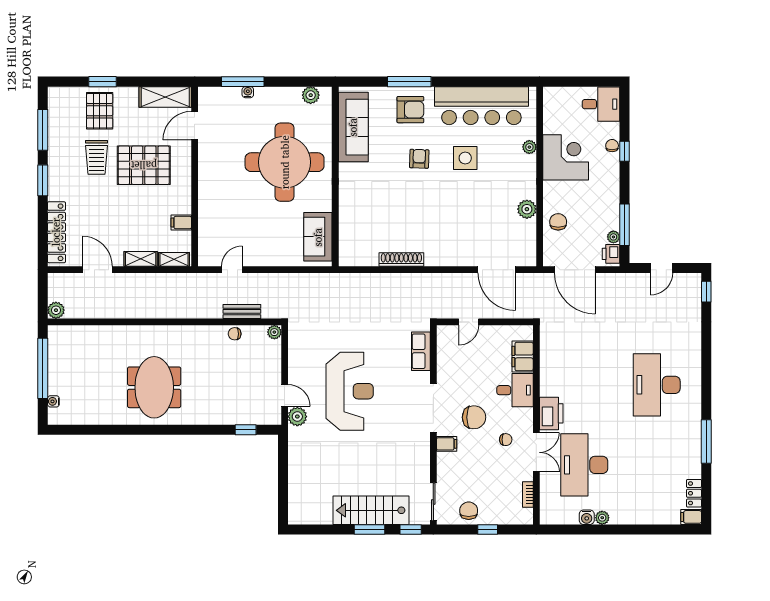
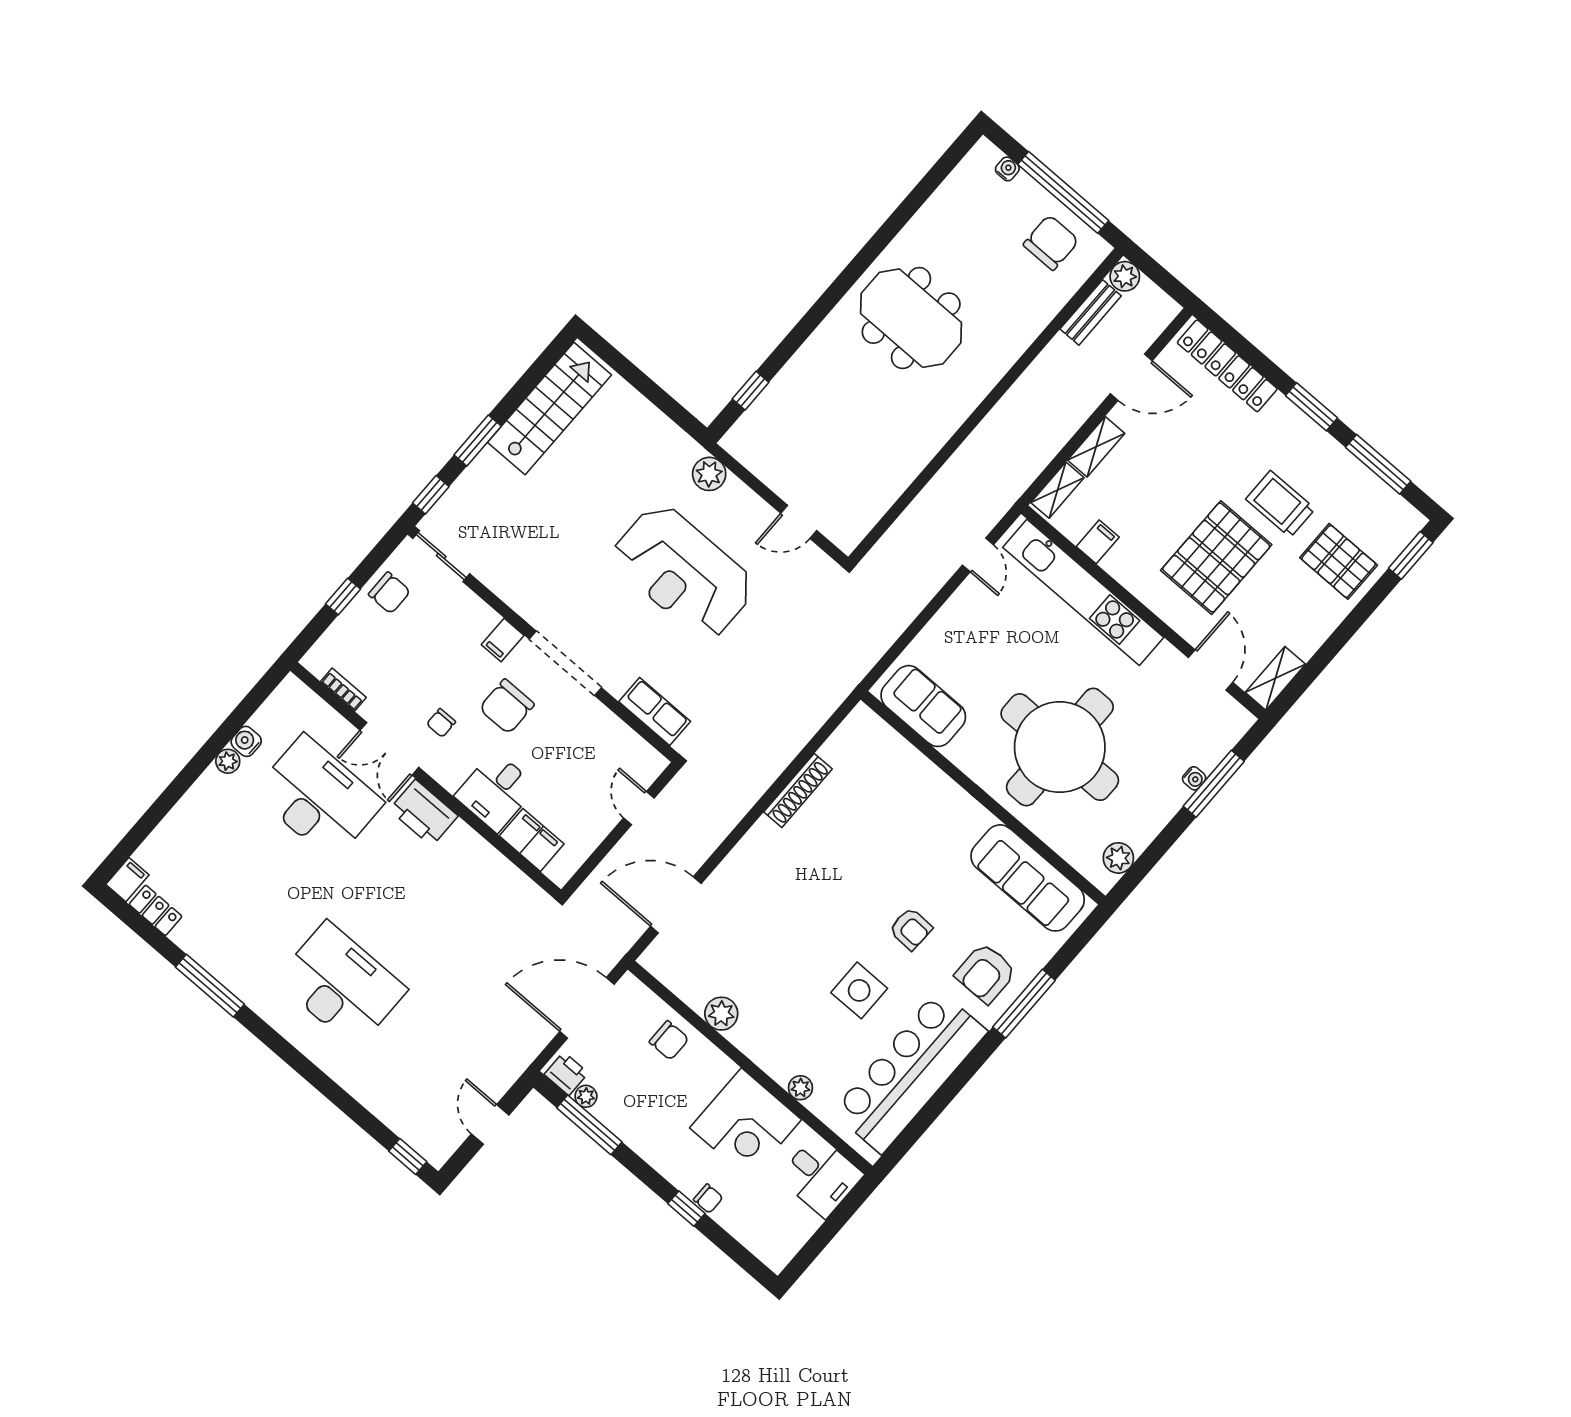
window: (103, 82) -> (1411, 555), moved
shelving: (165, 97) -> (1275, 678), width x0.67, depth x0.75
desk: (601, 104) -> (821, 1176), moved, turned -90
kitchen unit: (209, 210) -> (1083, 592), added
bench: (242, 311) -> (1091, 312), moved
plant: (274, 332) -> (847, 540), removed
chair: (235, 334) -> (1051, 243), moved, width x1.87, depth x1.87
door: (285, 395) -> (799, 522), moved
stairs: (371, 510) -> (549, 409), moved

